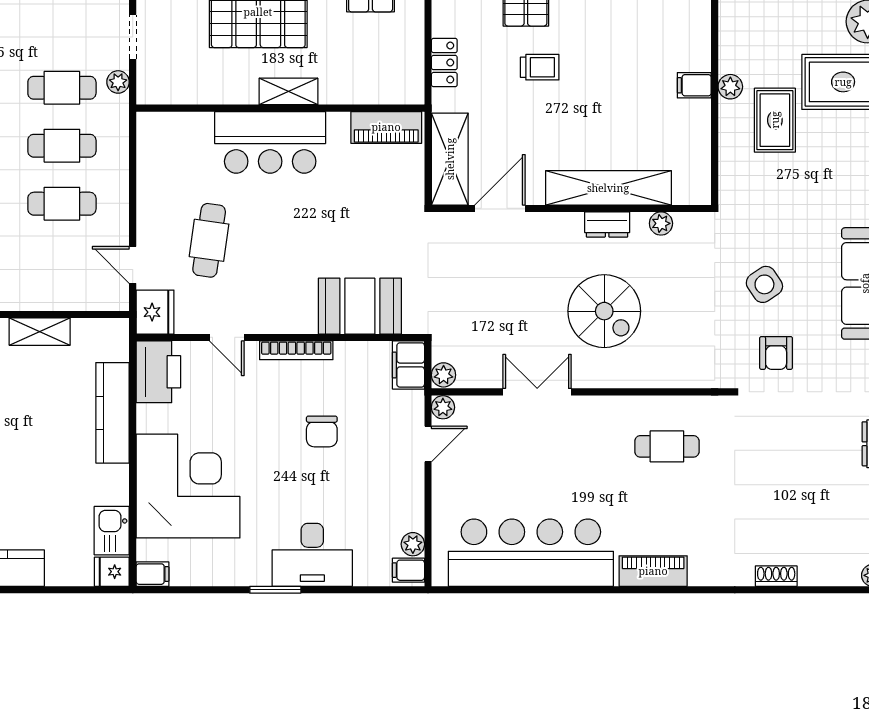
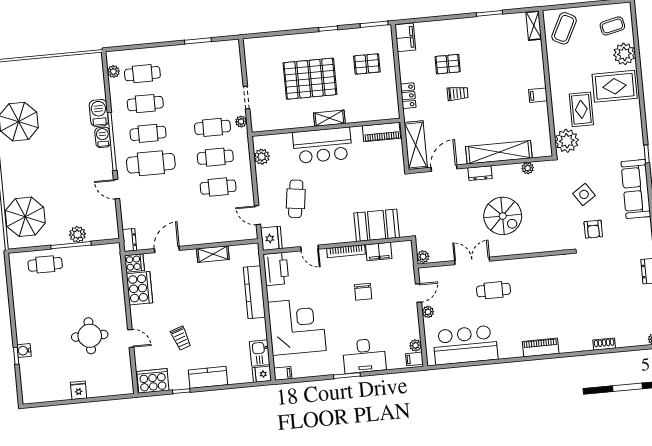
plant: (730, 87) -> (567, 141), moved, width x1.88, depth x1.88
plant: (151, 153) -> (262, 157), added
dresser: (607, 225) -> (480, 173), moved
filing cabinet: (408, 365) -> (379, 252), moved, turned -90
plant: (443, 407) -> (428, 312), moved
cafe table: (667, 446) -> (494, 290), moved
bar counter: (531, 553) -> (465, 345), width x0.73

